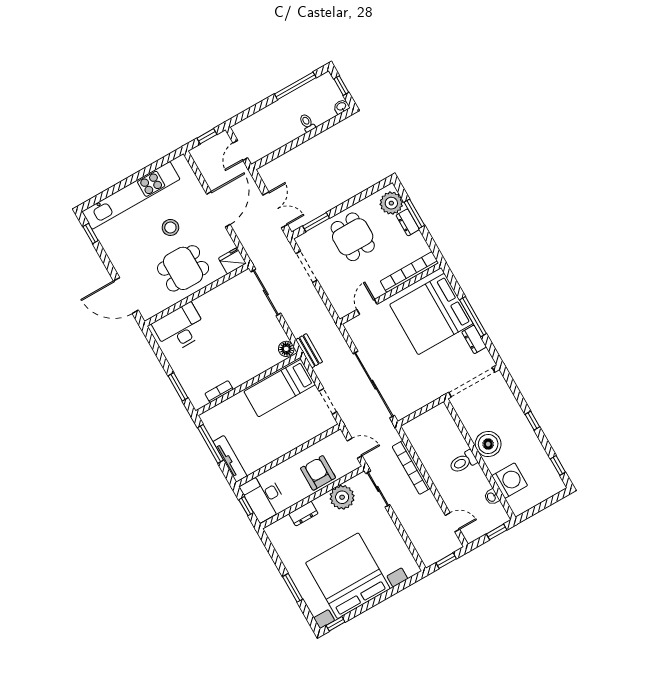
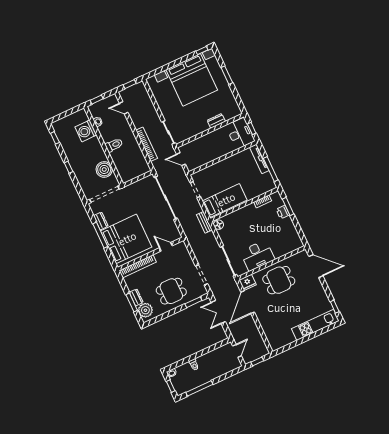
kitchen unit: (131, 195) -> (315, 325), width x0.73
door: (218, 209) -> (248, 302), moved
stool: (170, 227) -> (285, 306), removed
dining table: (353, 237) -> (171, 291), turned 90
door: (367, 307) -> (166, 247), swing flipped
desk: (180, 328) -> (257, 255), moved
printer: (186, 377) -> (283, 212), added
boiler: (488, 444) -> (104, 169), moved
armchair: (318, 473) -> (205, 146), removed
plant: (342, 497) -> (191, 129), removed

